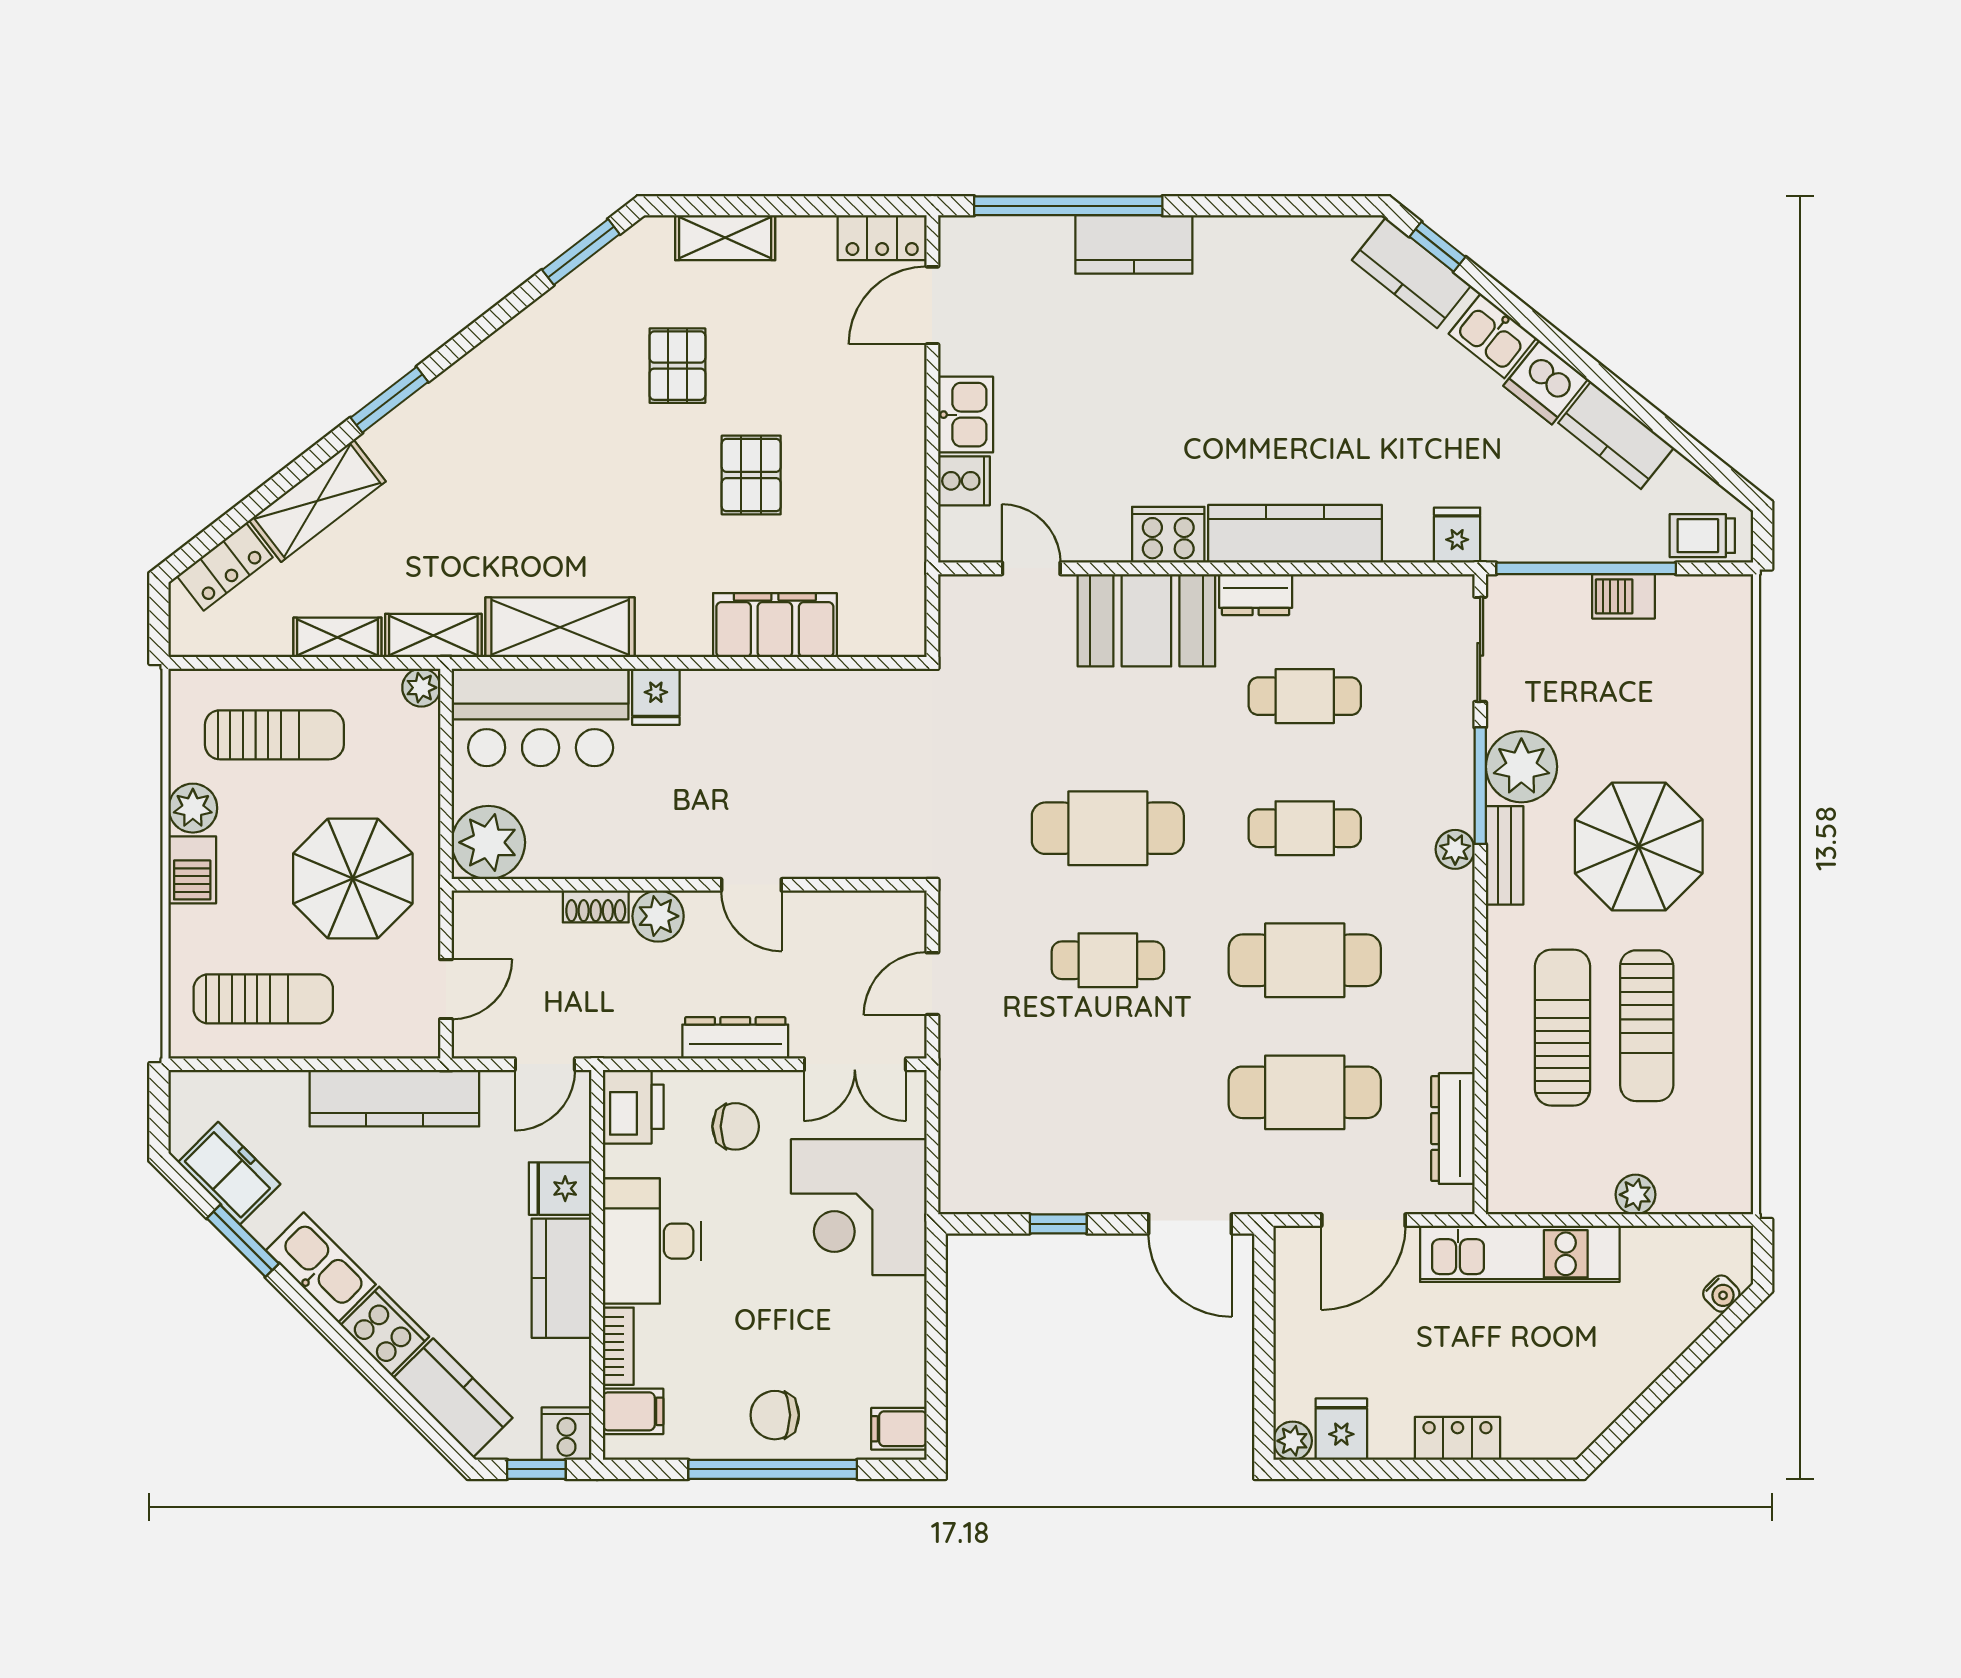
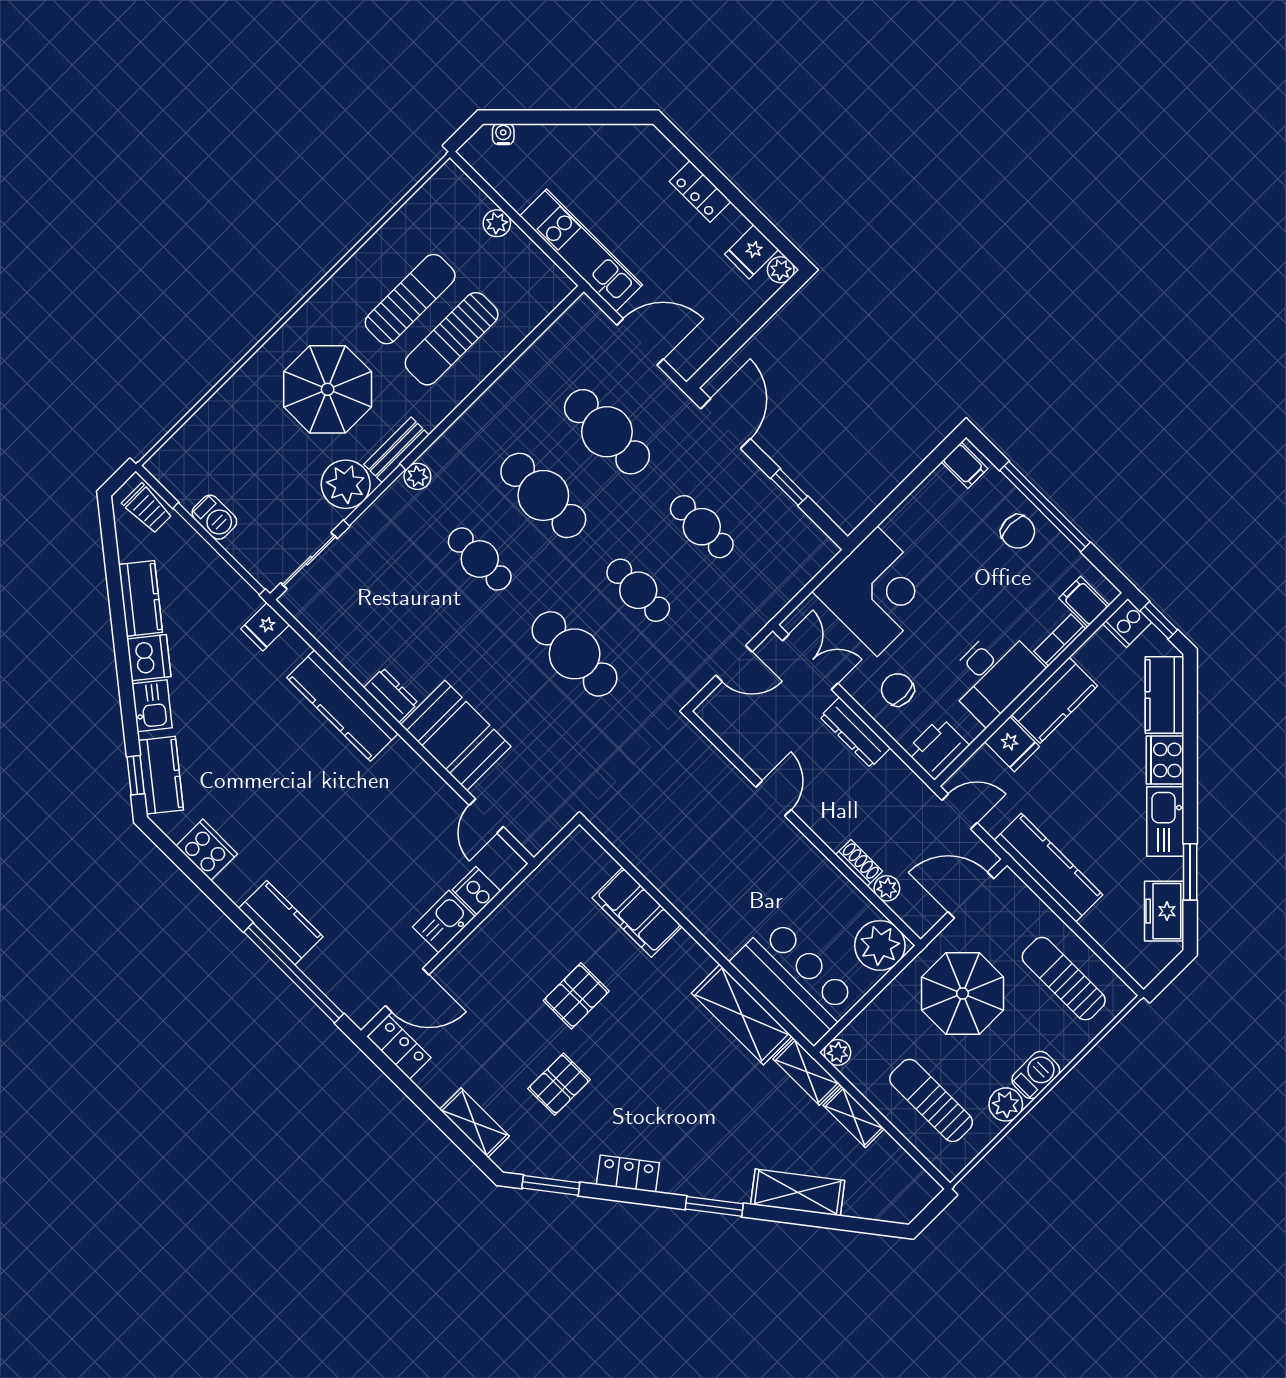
cooker: (1168, 535) -> (207, 850), moved, turned 180
locker: (225, 567) -> (628, 1174), moved
cafe table: (1305, 696) -> (702, 527), moved
fridge: (656, 697) -> (729, 935), removed
plant: (658, 916) -> (887, 888), moved, width x0.73, depth x0.73
door: (446, 989) -> (971, 895), width x1.38
dresser: (1453, 1129) -> (553, 343), removed

